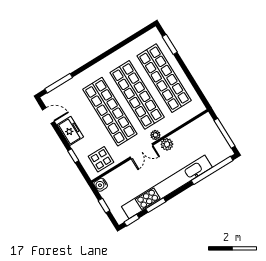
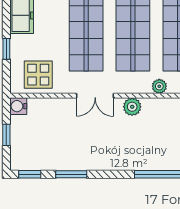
plant: (155, 135) -> (159, 86), moved
kitchen unit: (167, 187) -> (99, 160), removed

